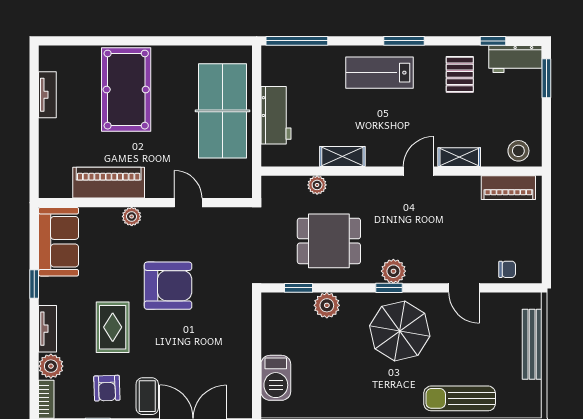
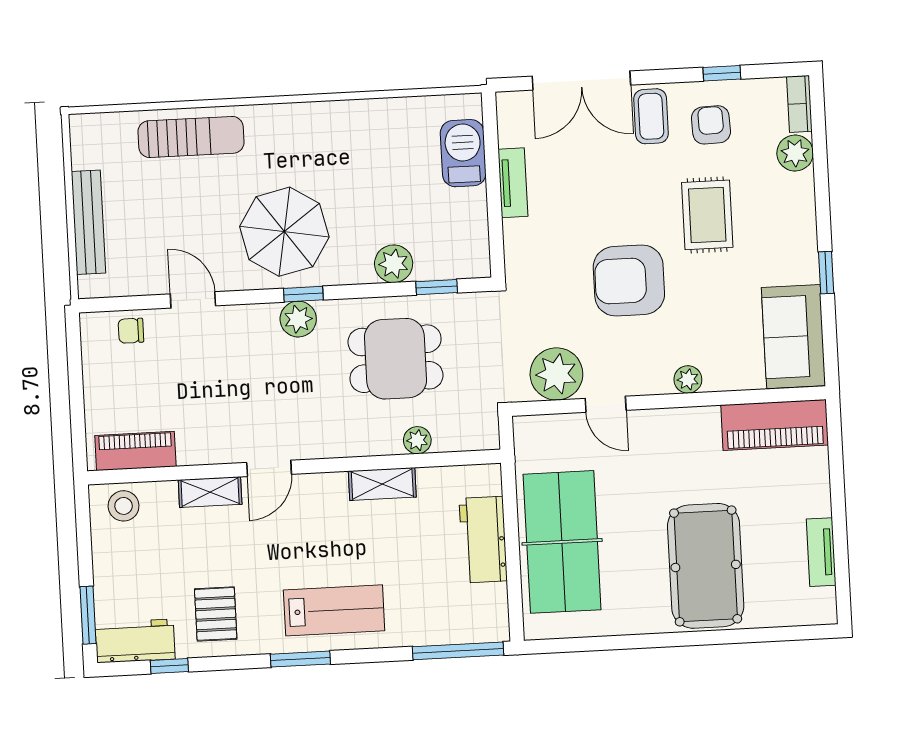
piano: (109, 183) -> (775, 425), moved
plant: (220, 225) -> (556, 374), added
tv unit: (48, 329) -> (513, 183), moved, turned 180

